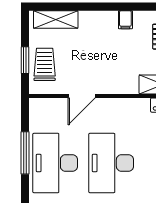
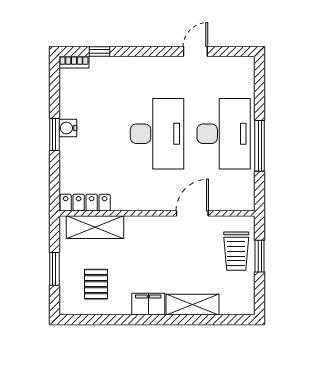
shelving: (56, 19) -> (193, 305), moved
filing cabinet: (125, 20) -> (148, 304), width x2.00

